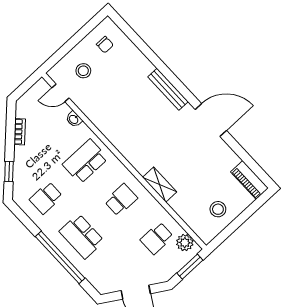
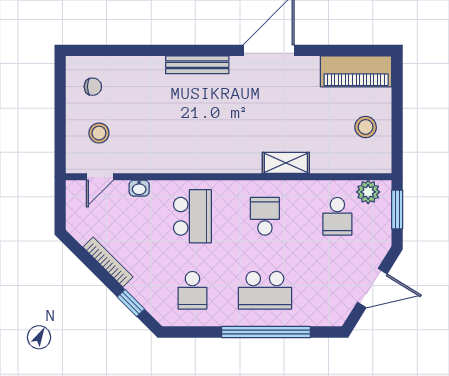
bookcase: (20, 132) -> (108, 262), width x1.56
school desk: (85, 161) -> (192, 216), turned 180
piano: (249, 180) -> (356, 71), width x1.37, depth x1.33

